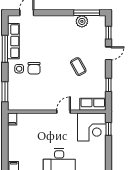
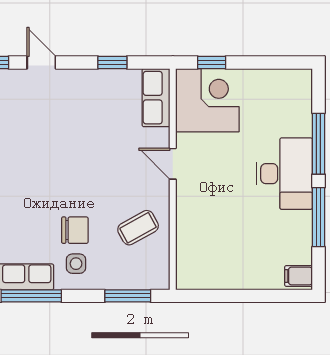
coffee table: (78, 67) -> (138, 228), moved
filing cabinet: (12, 119) -> (189, 280), removed

